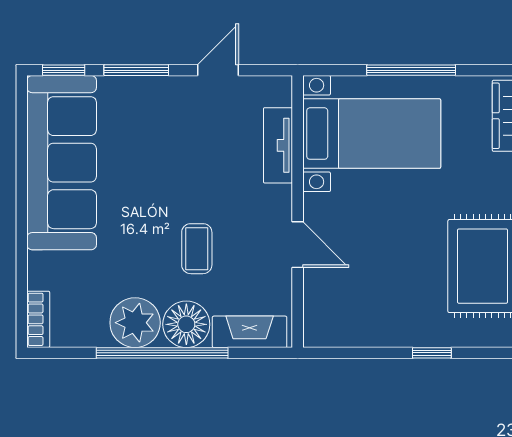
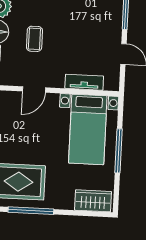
coffee table: (197, 249) -> (34, 39), turned 90

